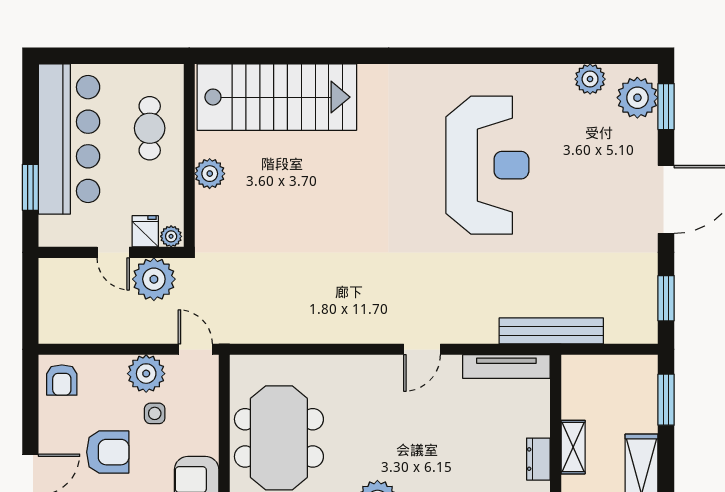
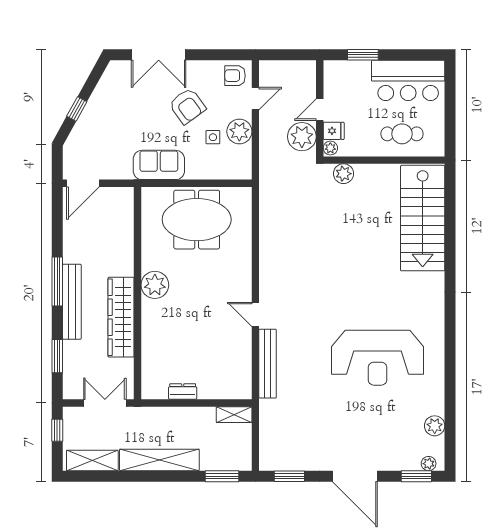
plant: (637, 98) -> (429, 464), width x0.53, depth x0.53
bar counter: (69, 139) -> (408, 80), width x0.73
plant: (210, 174) -> (344, 174), moved
bench: (551, 331) -> (268, 364), moved
door: (195, 349) -> (255, 99), moved
tv unit: (506, 367) -> (244, 370), removed
shelving: (573, 447) -> (234, 415), moved
armchair: (108, 452) -> (187, 106), turned -36

